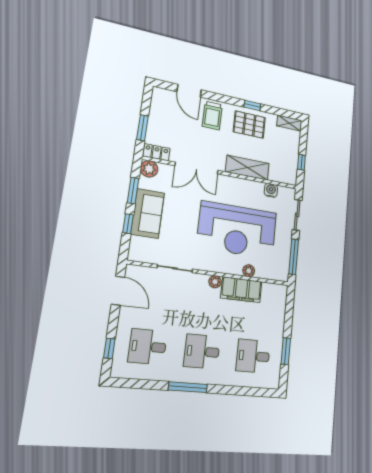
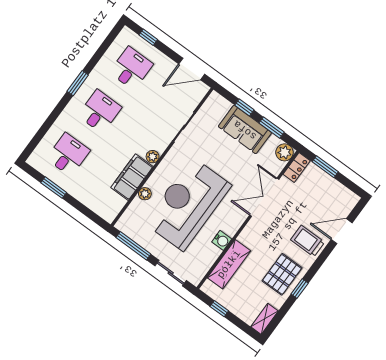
shelving: (247, 168) -> (229, 264), moved
water cooler: (271, 190) -> (222, 240), moved
window: (188, 387) -> (78, 83), width x0.69

